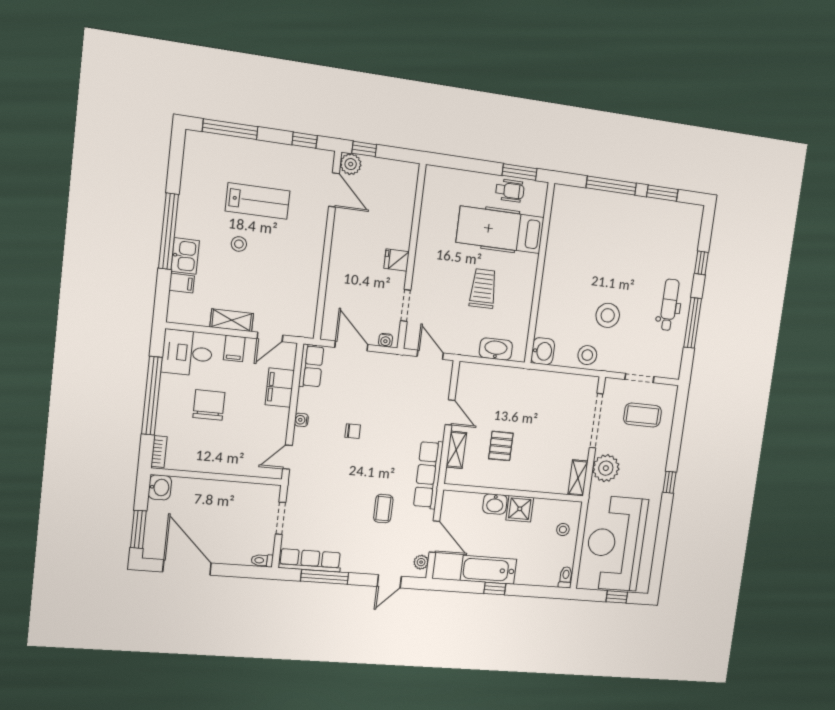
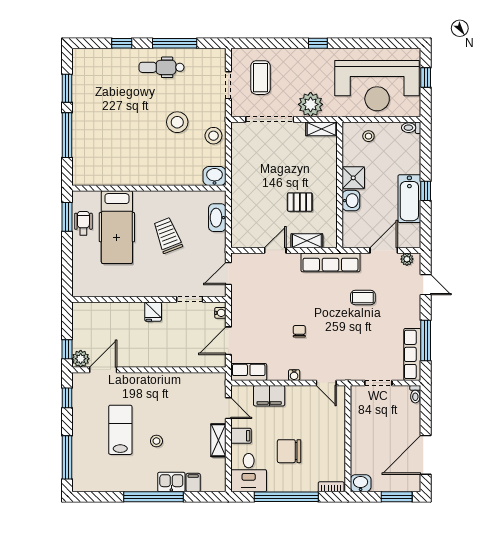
trolley: (483, 289) -> (168, 235), turned 69

